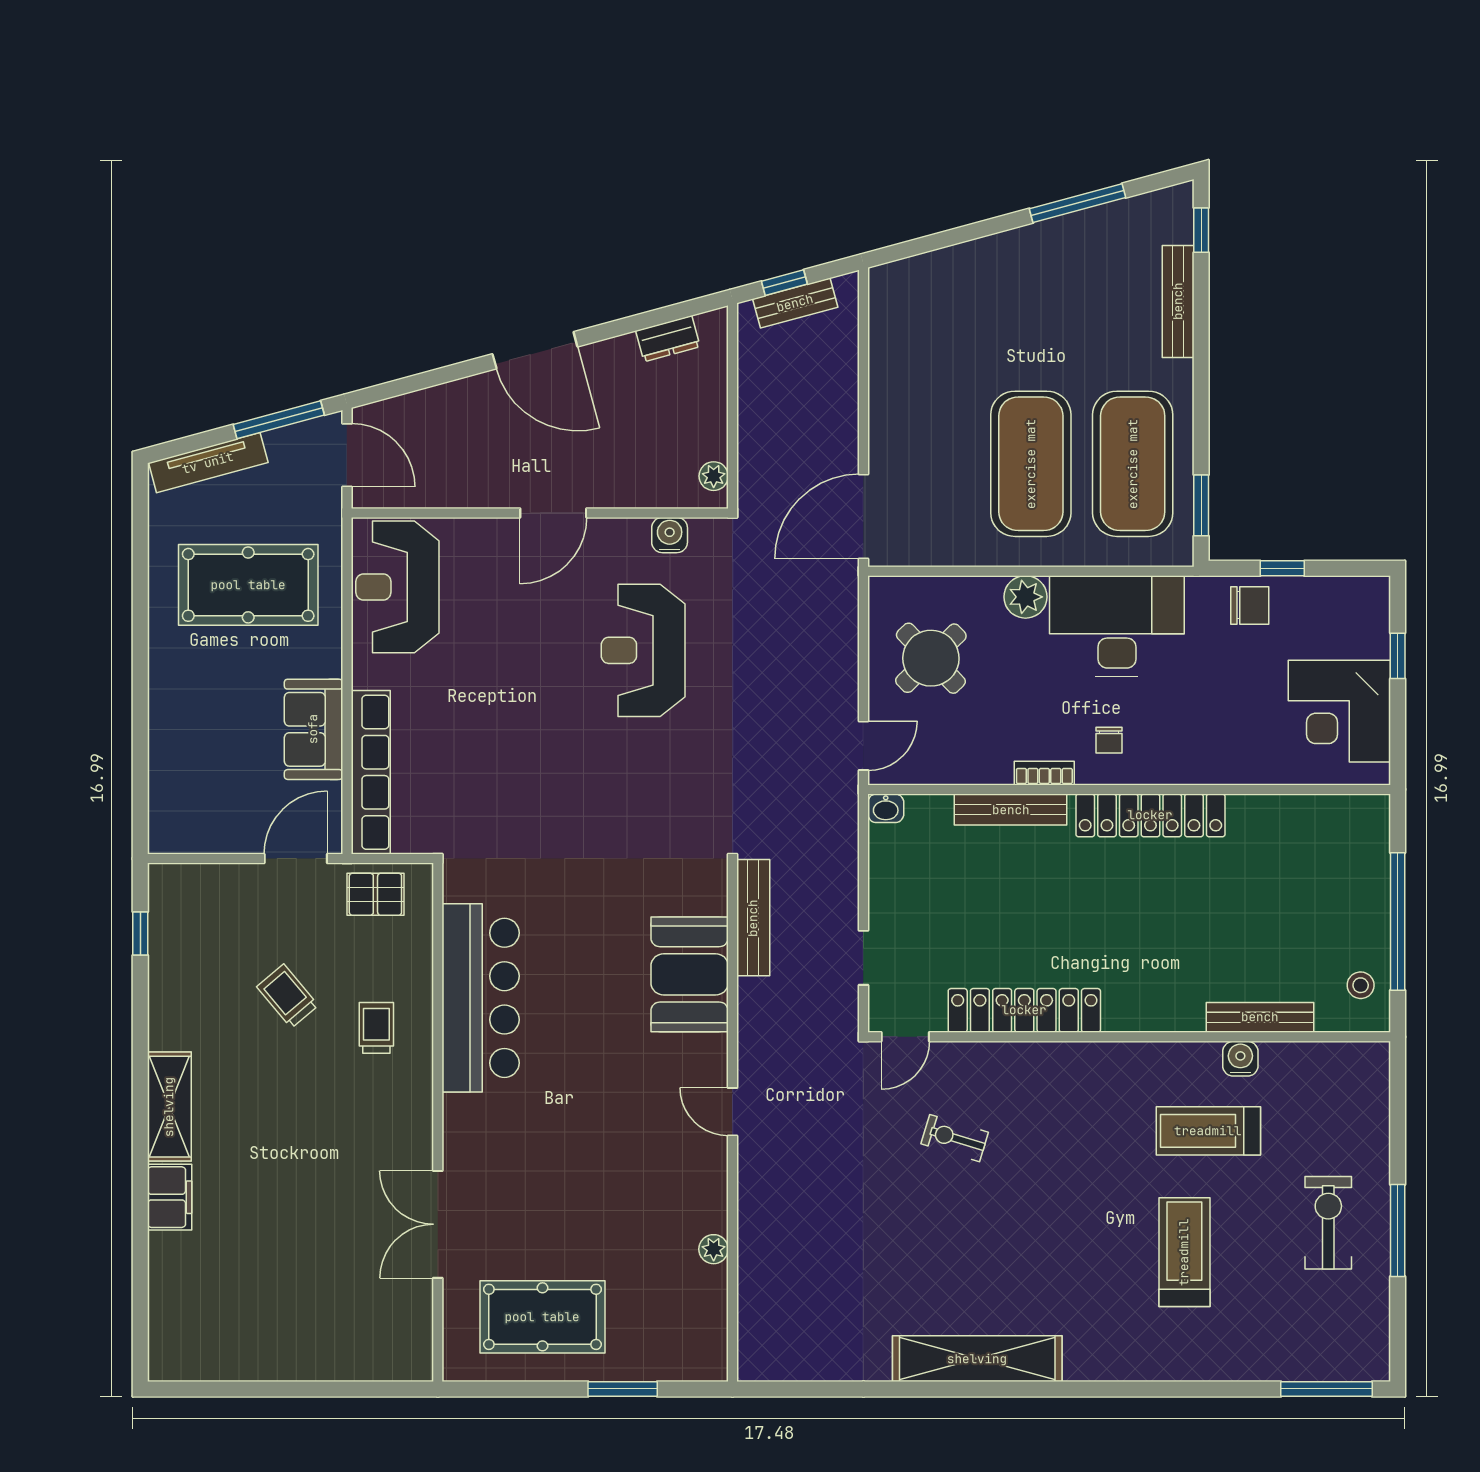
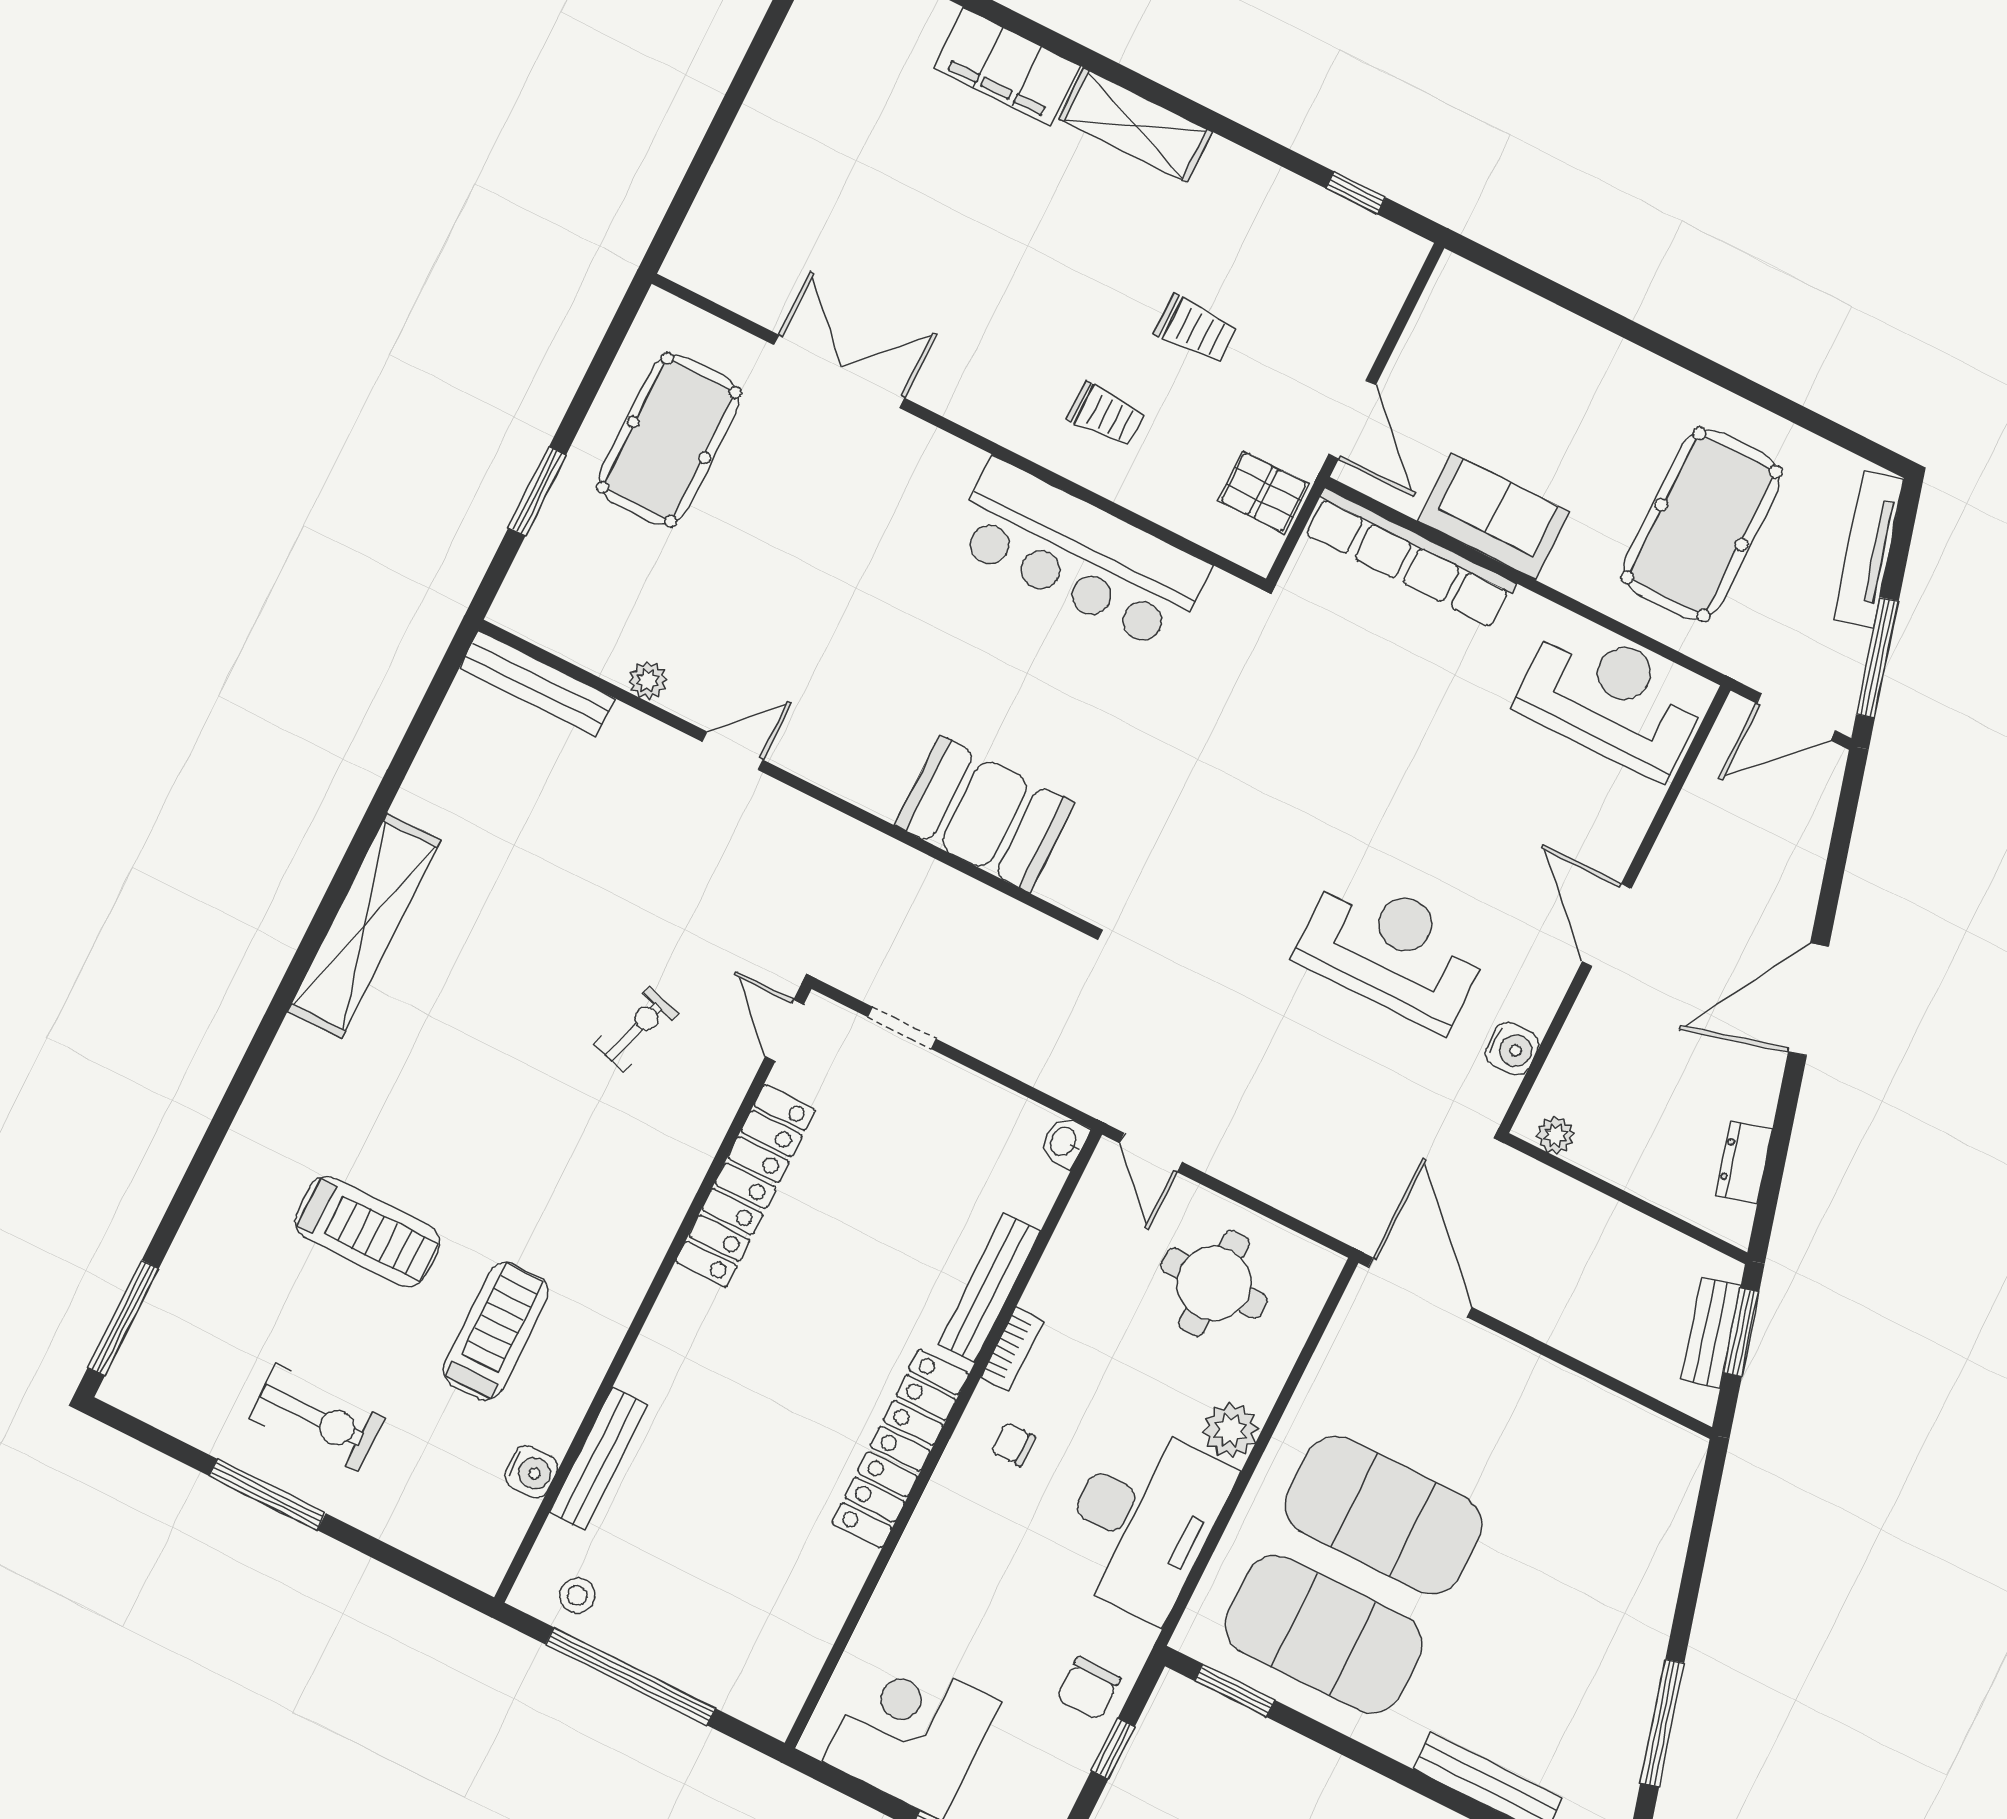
window: (784, 283) -> (1741, 1332), width x1.50
round table: (931, 658) -> (1214, 1283), turned 45
pallet: (375, 894) -> (1263, 492), turned 90
bench: (753, 918) -> (537, 683), moved
trolley: (287, 996) -> (1196, 329), turned 40
water cooler: (1240, 1059) -> (531, 1472), moved
door: (733, 1112) -> (732, 751), moved
filing cabinet: (170, 1197) -> (1007, 67), width x1.50, depth x1.17

